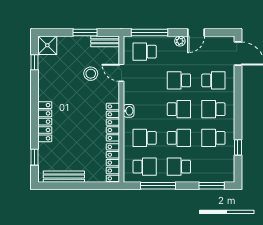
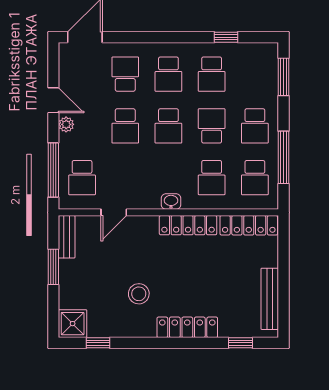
stool: (91, 74) -> (139, 294), moved
school desk: (179, 109) -> (168, 126), turned 180
school desk: (145, 167) -> (255, 178), turned 180

